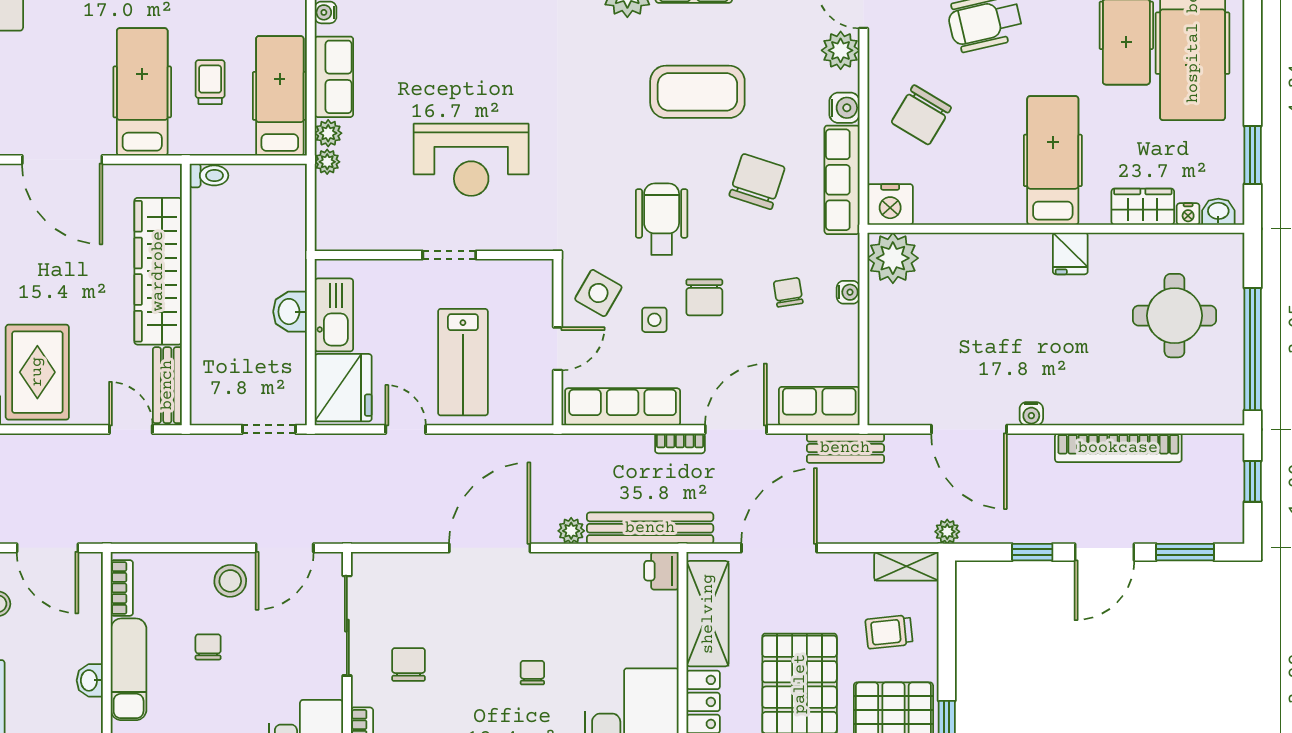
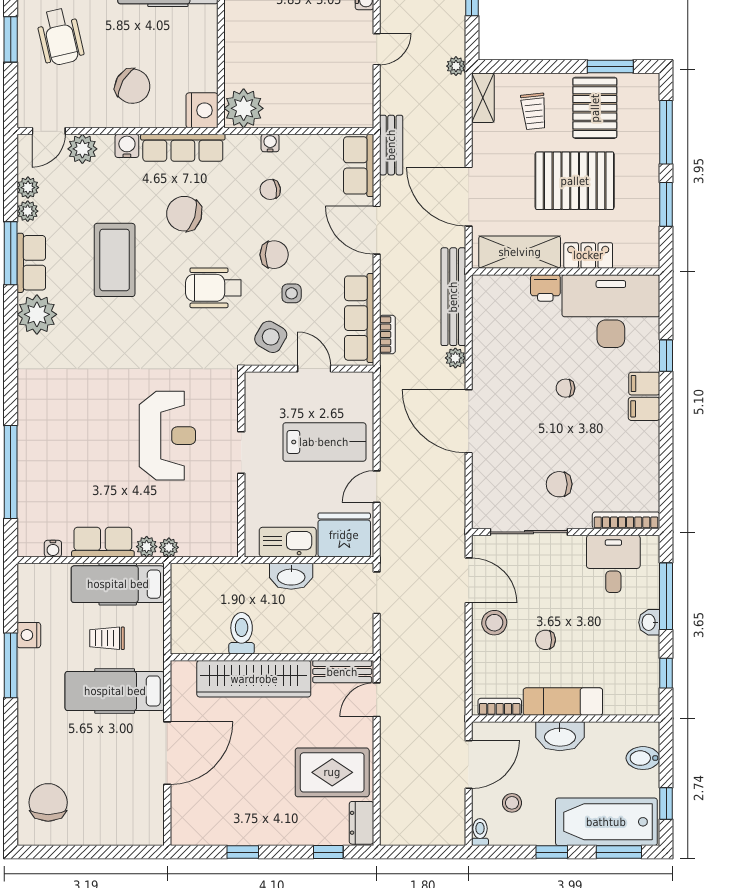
toilet: (209, 175) -> (242, 633), moved, width x1.37, depth x1.39
washbasin: (290, 312) -> (291, 576), width x1.38
door: (969, 429) -> (377, 49), width x0.53
bookcase: (680, 443) -> (387, 335), moved
printer: (661, 571) -> (545, 288), moved
washbasin: (90, 680) -> (560, 736), width x1.91, depth x1.45

